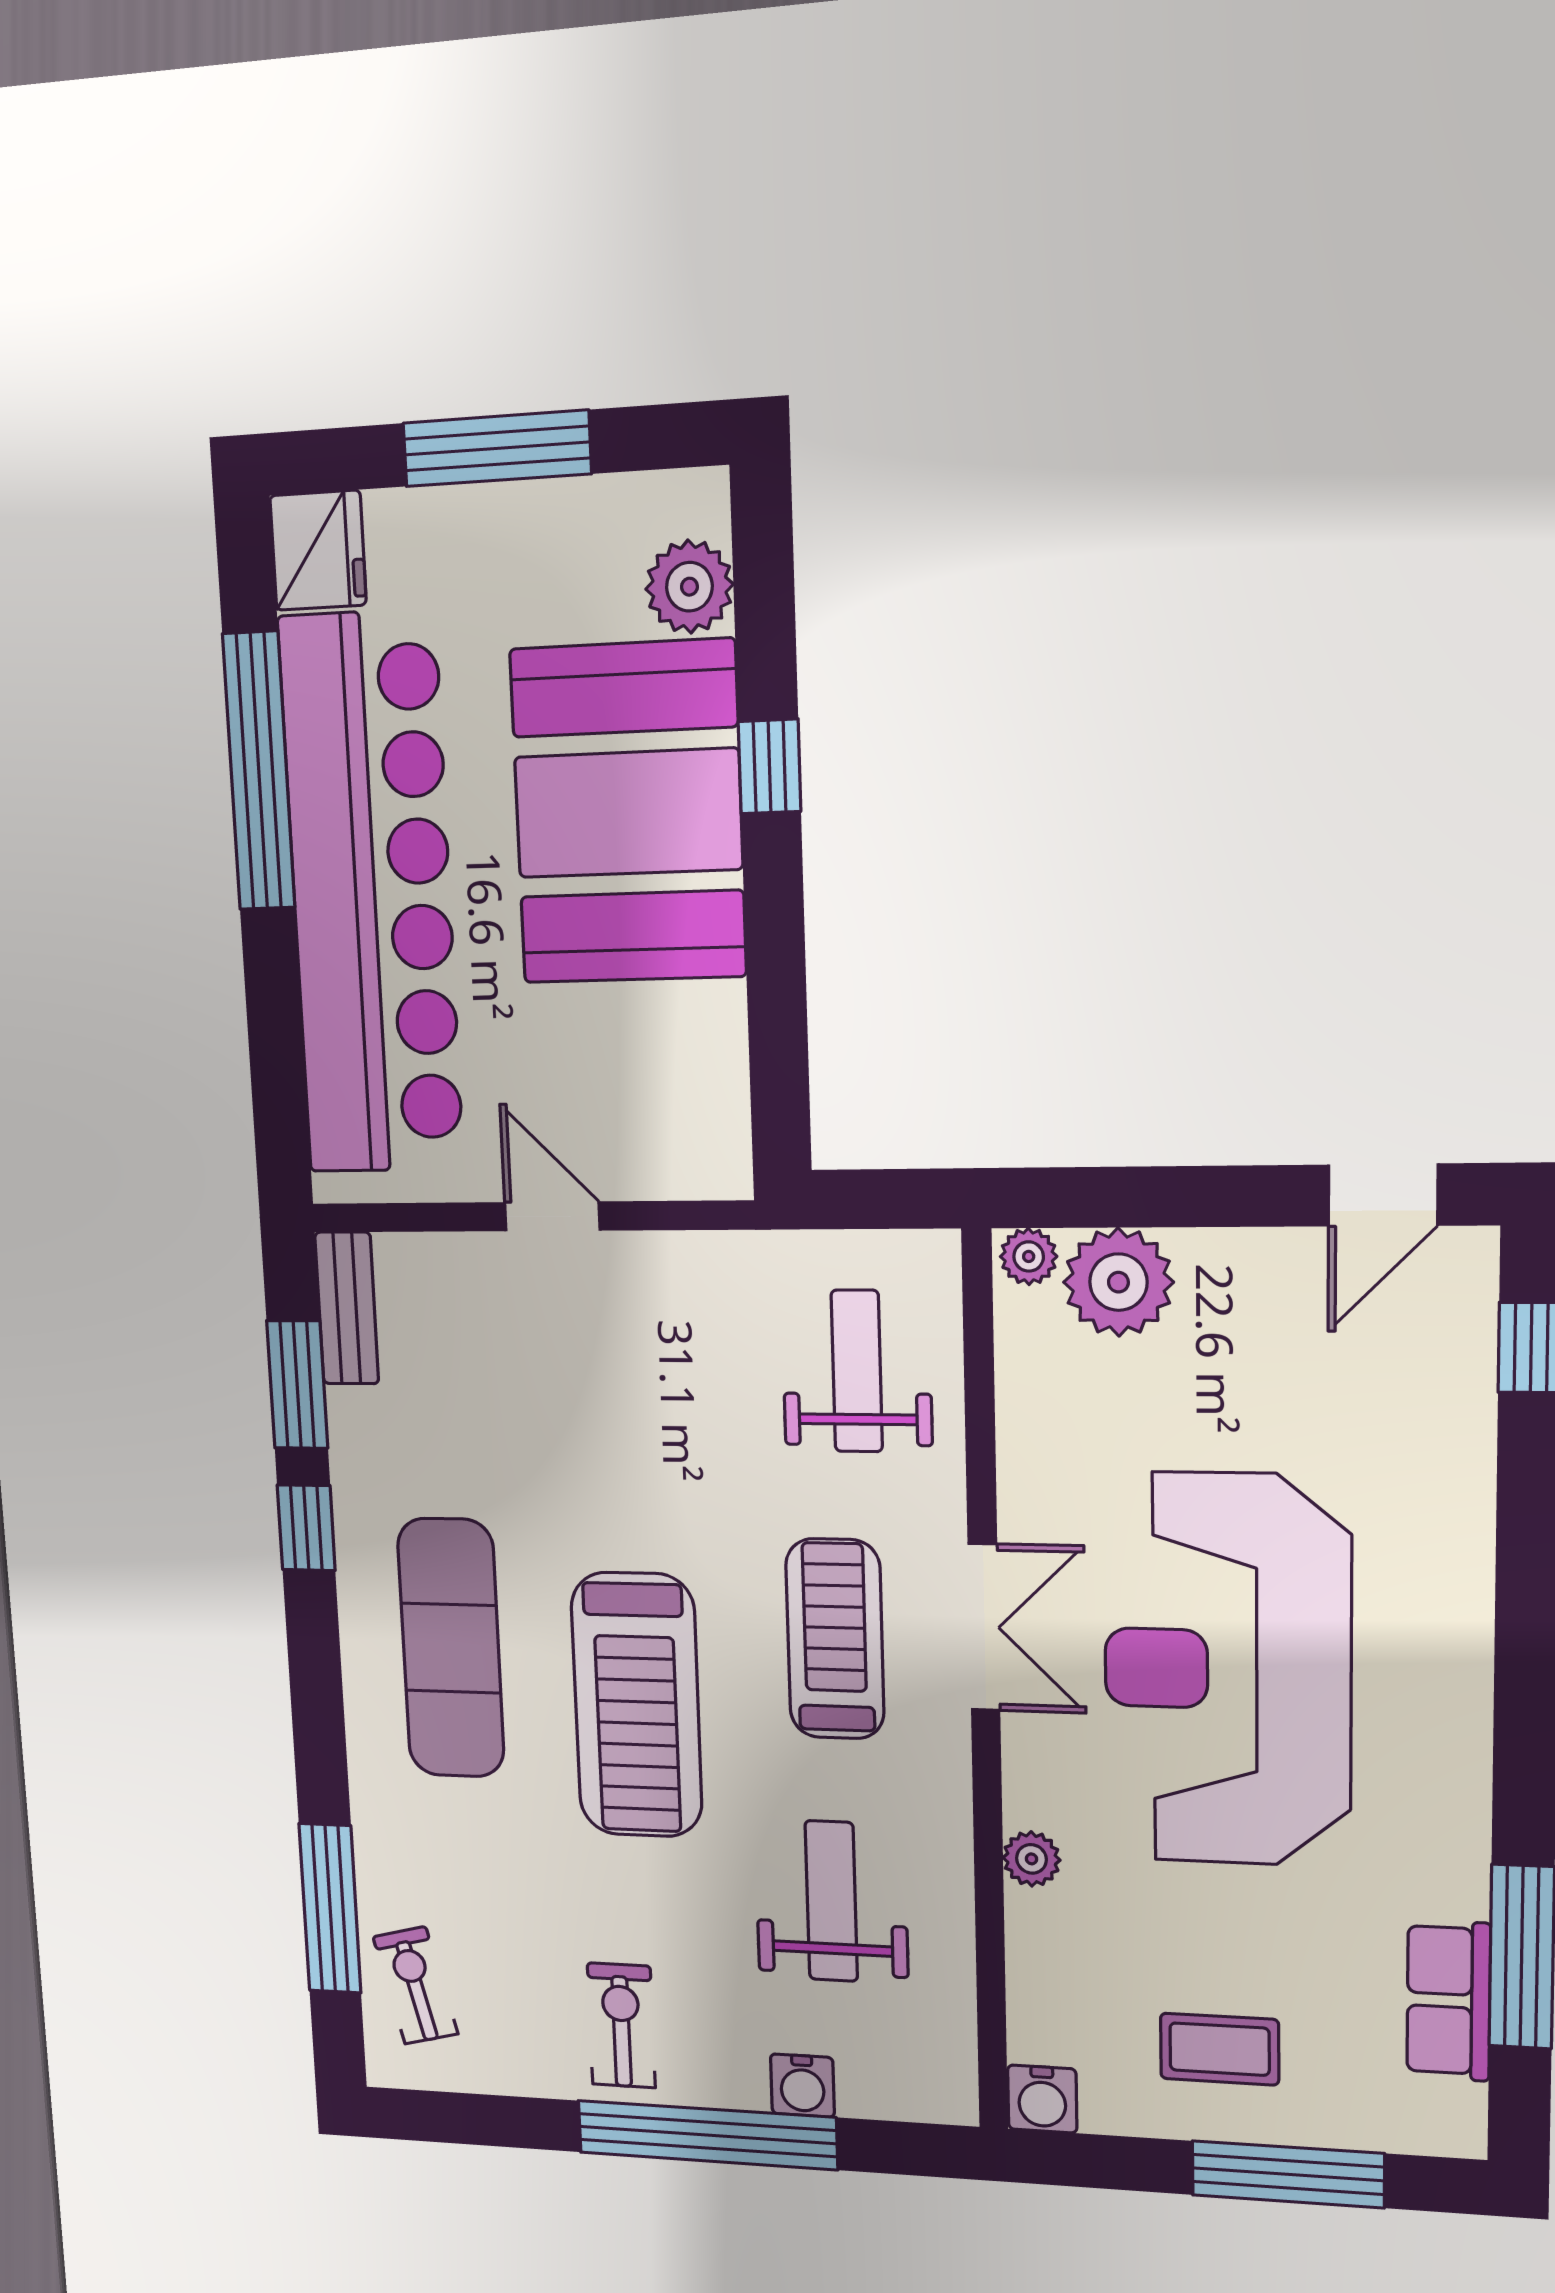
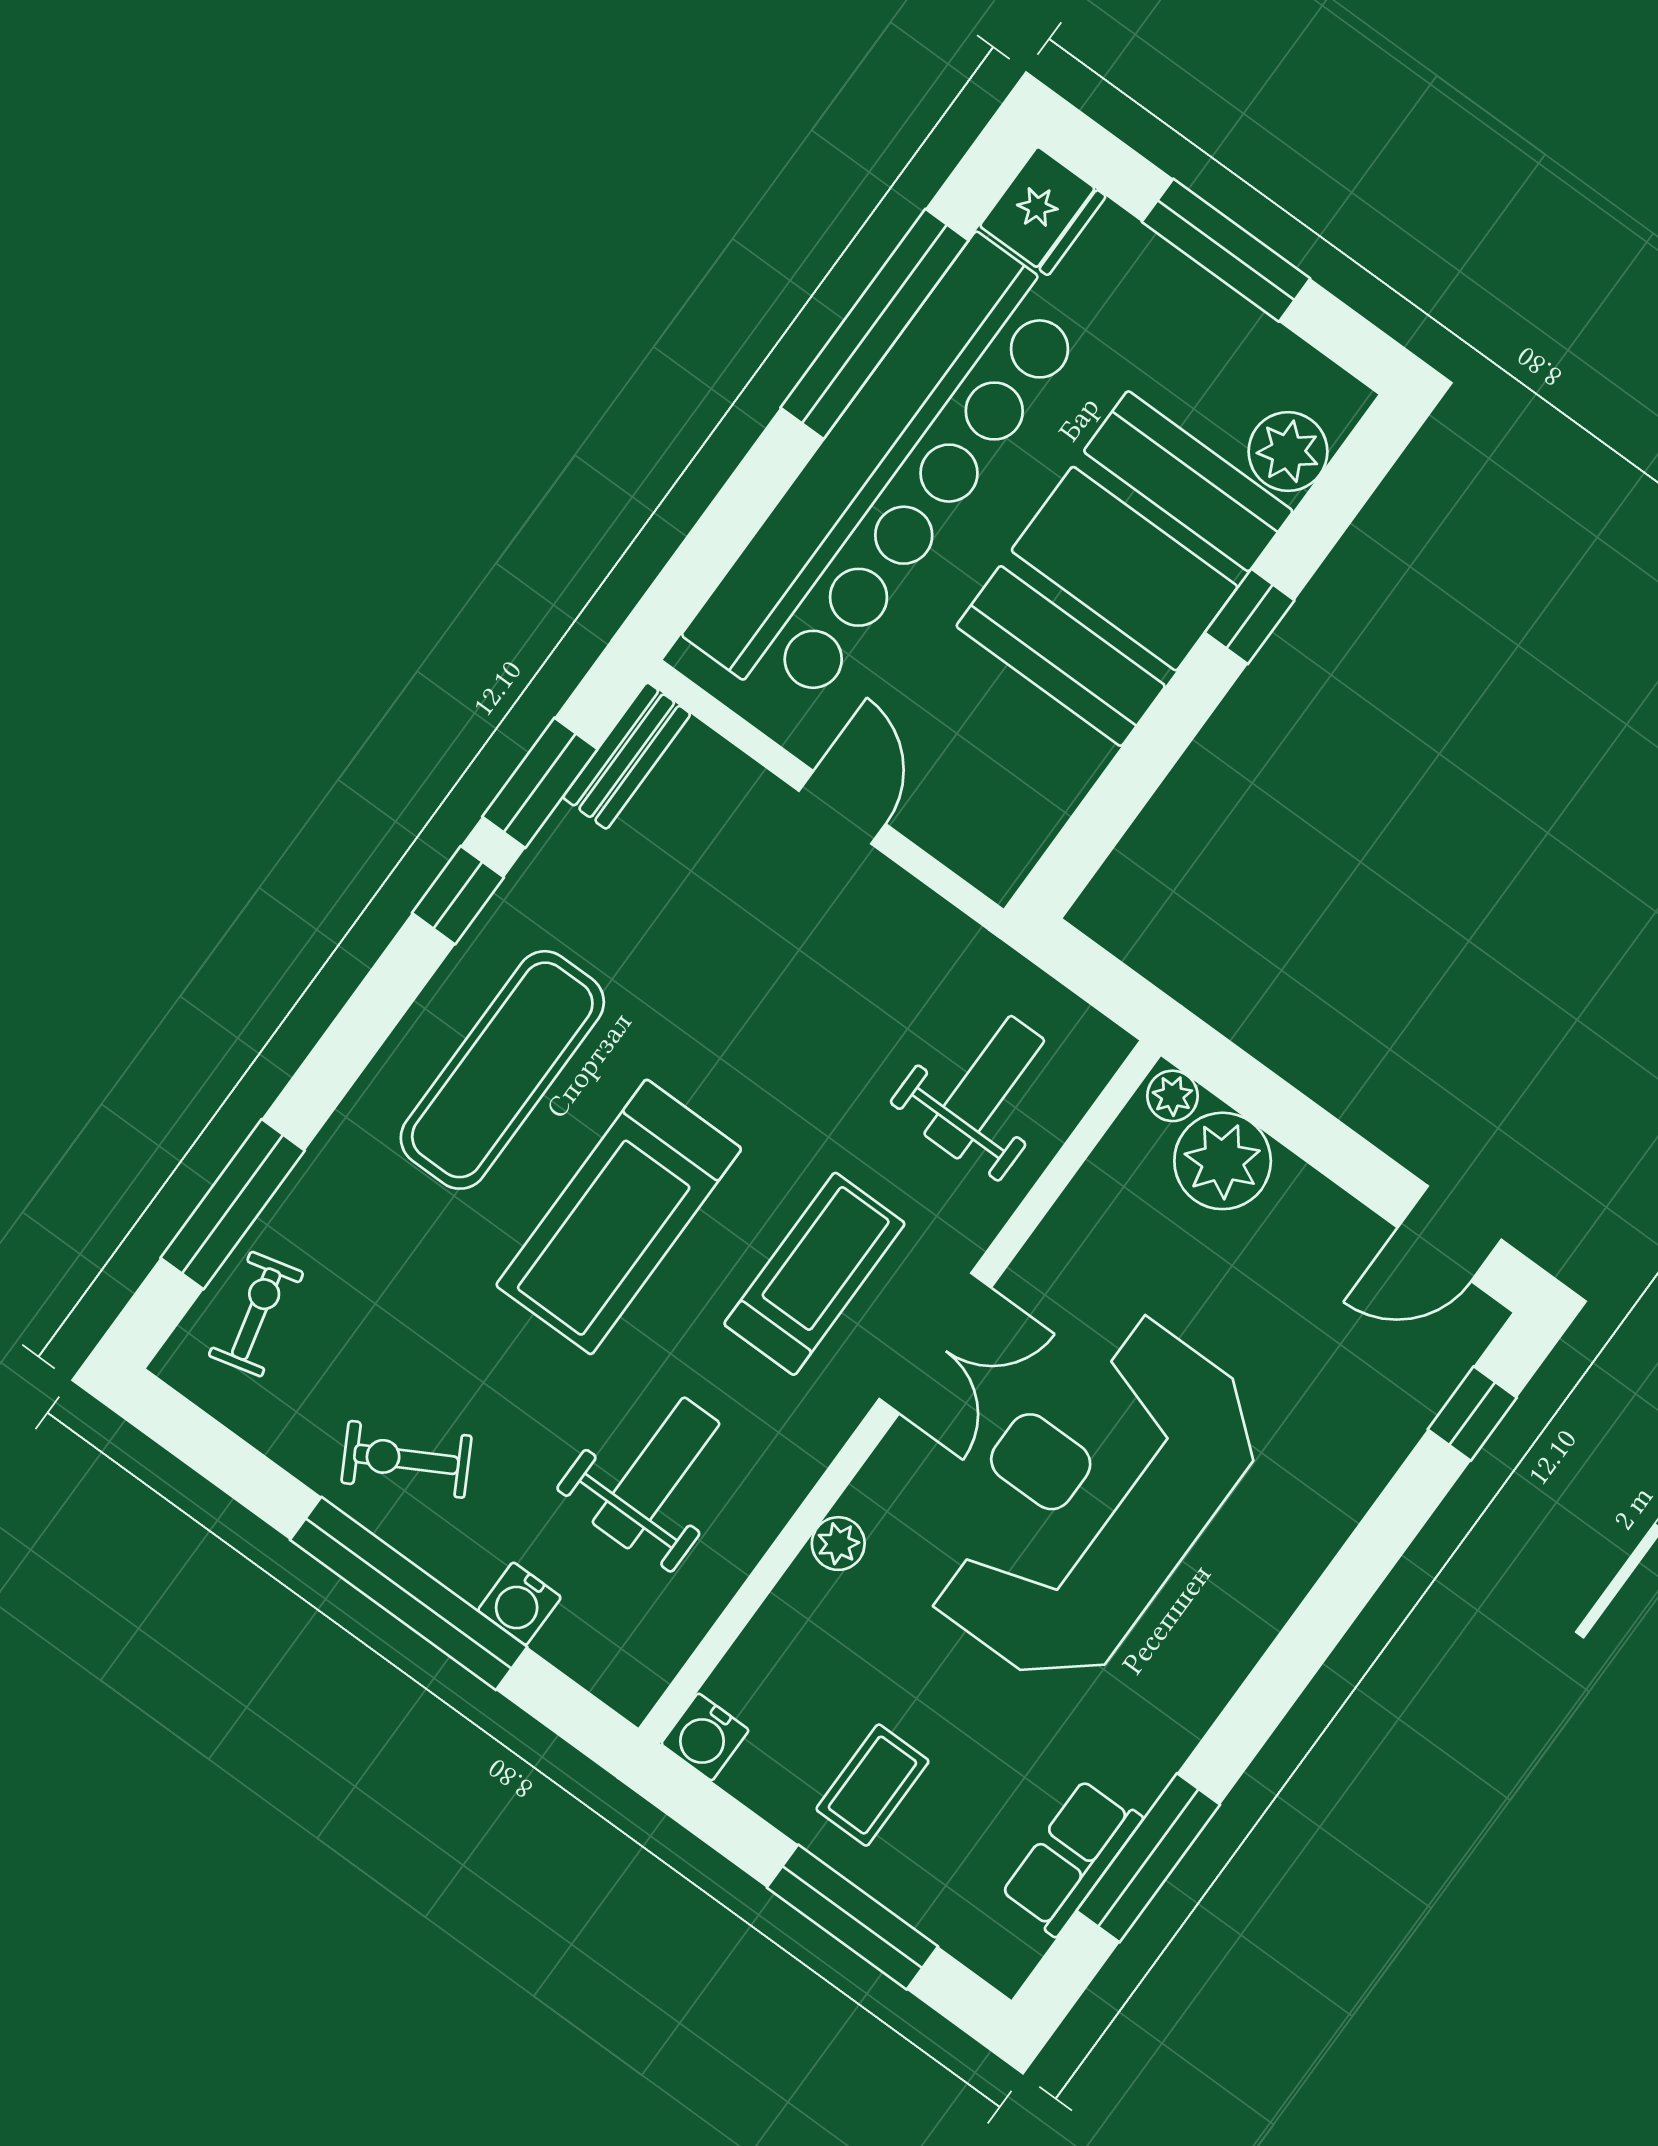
exercise bike: (621, 2025) -> (406, 1459), turned -119
coffee table: (1220, 2049) -> (872, 1785), turned 90

